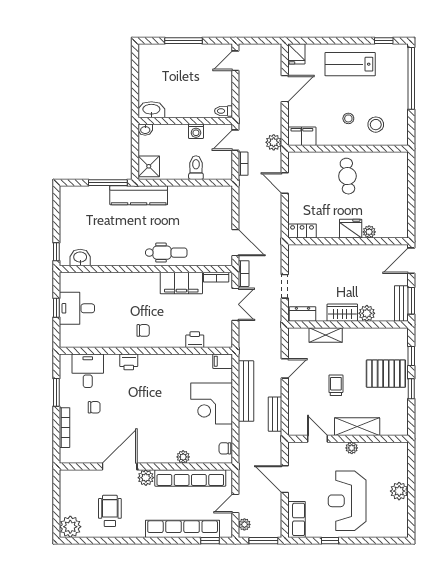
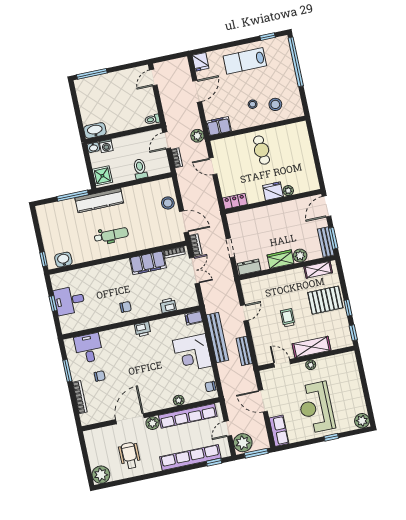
window: (184, 41) -> (92, 74), moved
washing machine: (196, 131) -> (106, 146), moved
stool: (221, 216) -> (168, 203), added
dental chair: (166, 253) -> (111, 235), moved
shelving: (326, 335) -> (318, 270), moved
window: (411, 356) -> (353, 333), moved
printer: (129, 362) -> (143, 329), moved
plant: (399, 491) -> (362, 421), moved
plant: (244, 524) -> (243, 443), width x1.87, depth x1.87
window: (330, 541) -> (331, 437), moved

